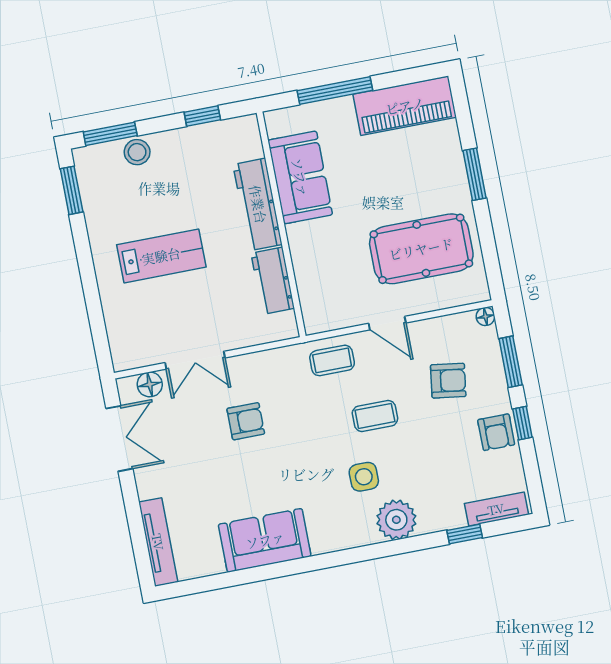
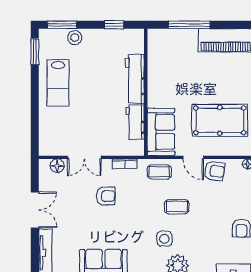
sofa: (300, 177) -> (161, 132), moved
lab bench: (161, 256) -> (58, 83), moved, turned 90
bookcase: (268, 358) -> (125, 164), added
armchair: (448, 381) -> (214, 171), moved
double door: (119, 439) -> (35, 210), moved

